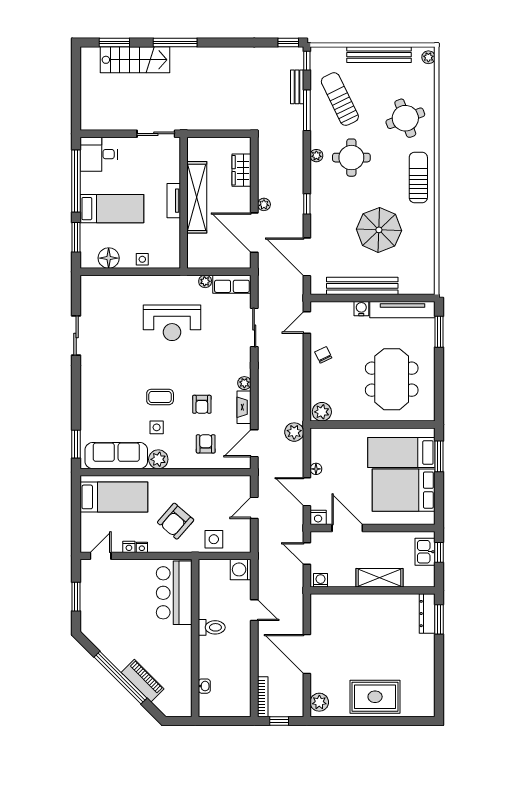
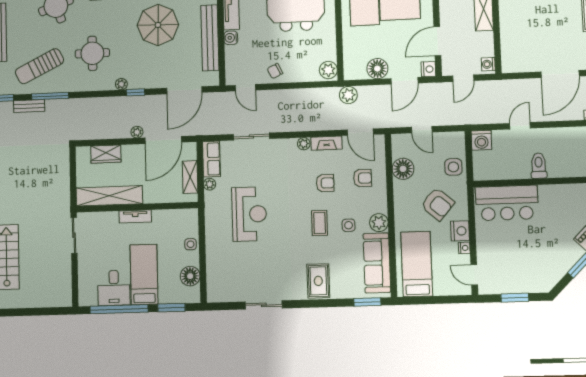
desk: (99, 154) -> (114, 288), moved
plant: (316, 156) -> (121, 84), moved
shelving: (197, 197) -> (109, 196), moved
shelving: (214, 261) -> (190, 177), added
rug: (99, 394) -> (318, 281), added
armchair: (206, 444) -> (363, 178), turned 180
floor lamp: (316, 469) -> (377, 69), width x1.89, depth x1.89
floor lamp: (214, 487) -> (403, 169), added
nightstand: (142, 547) -> (460, 231), width x1.89, depth x1.79

